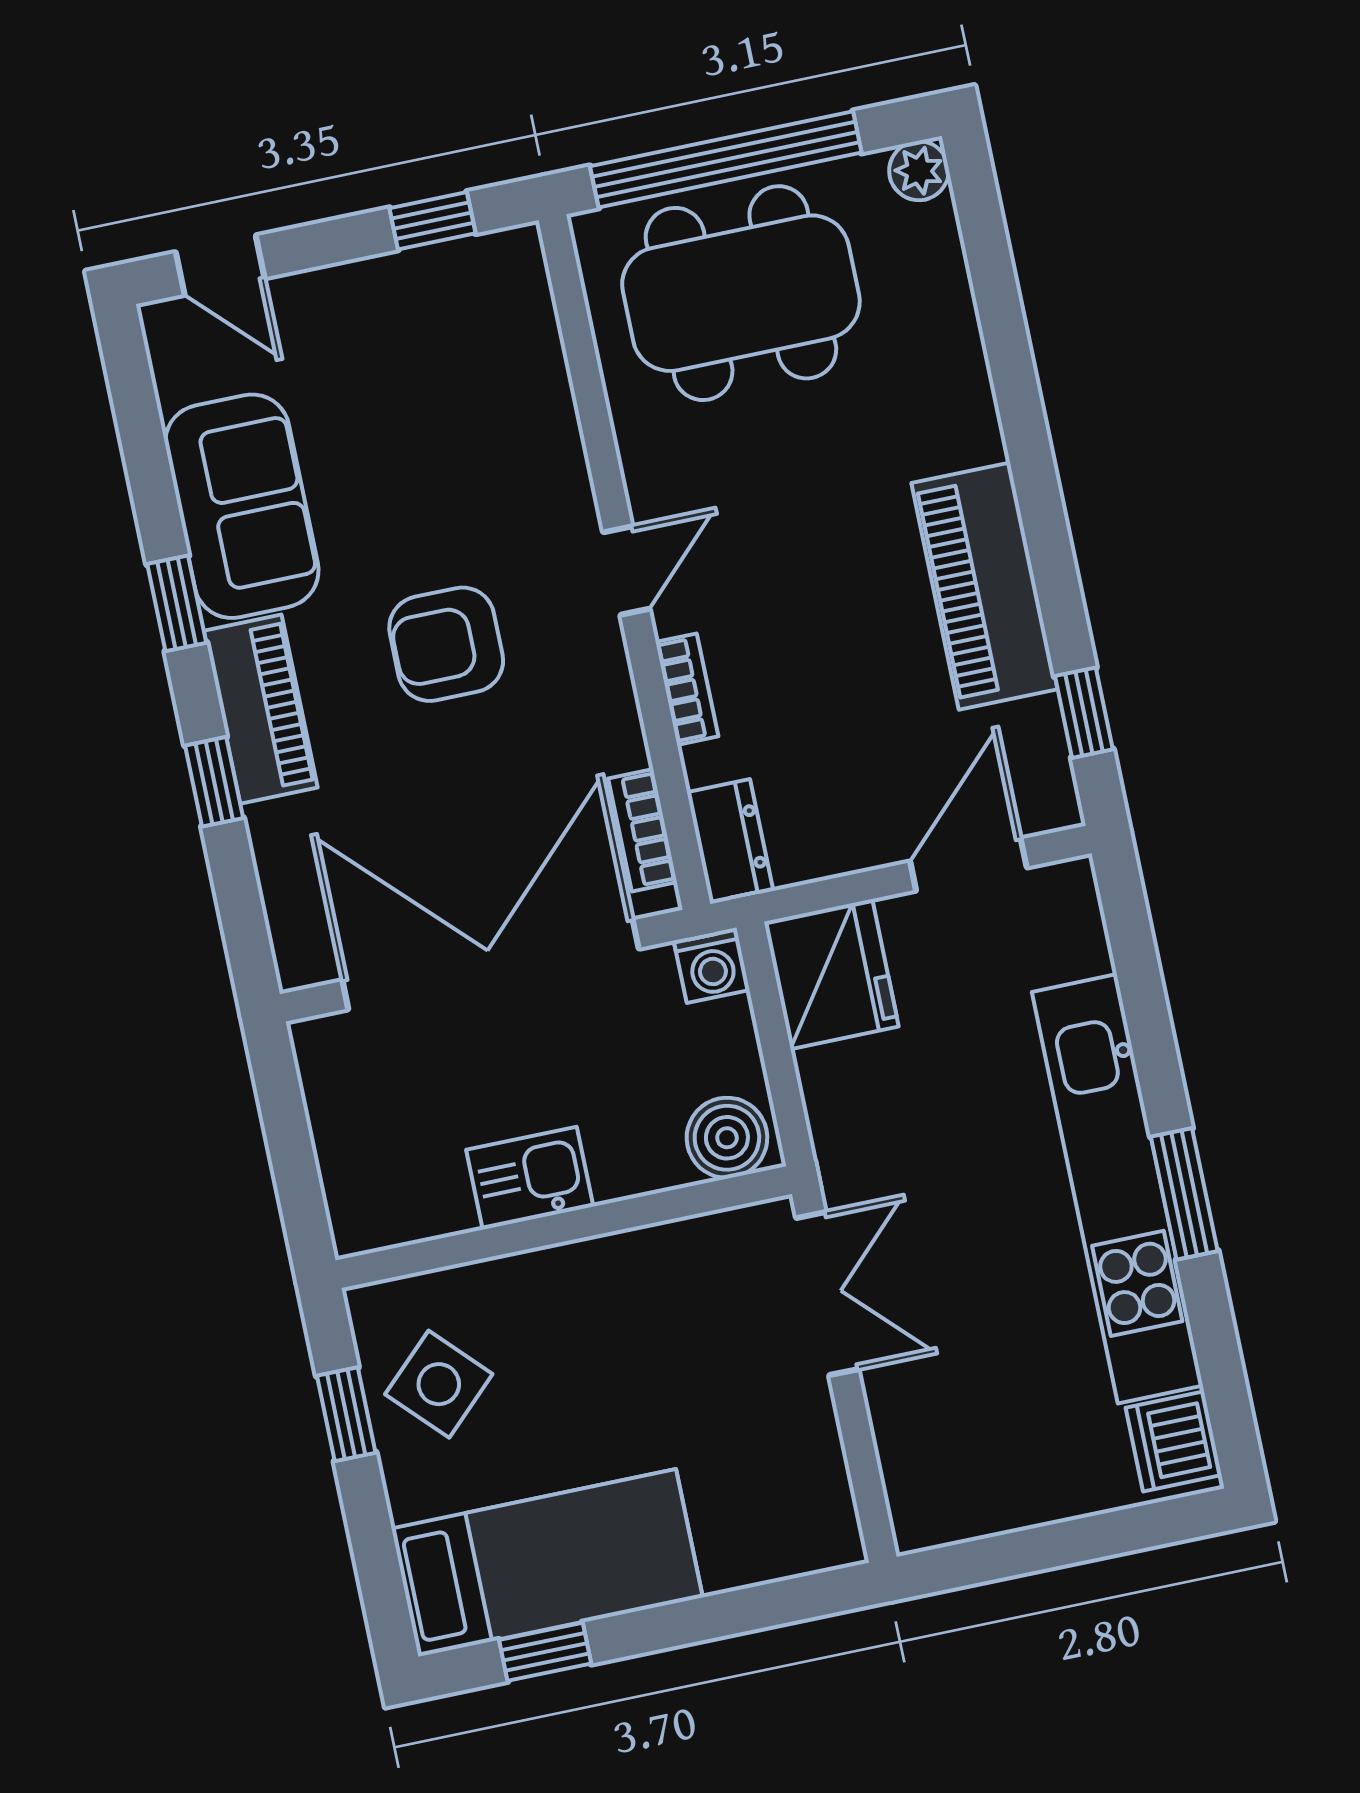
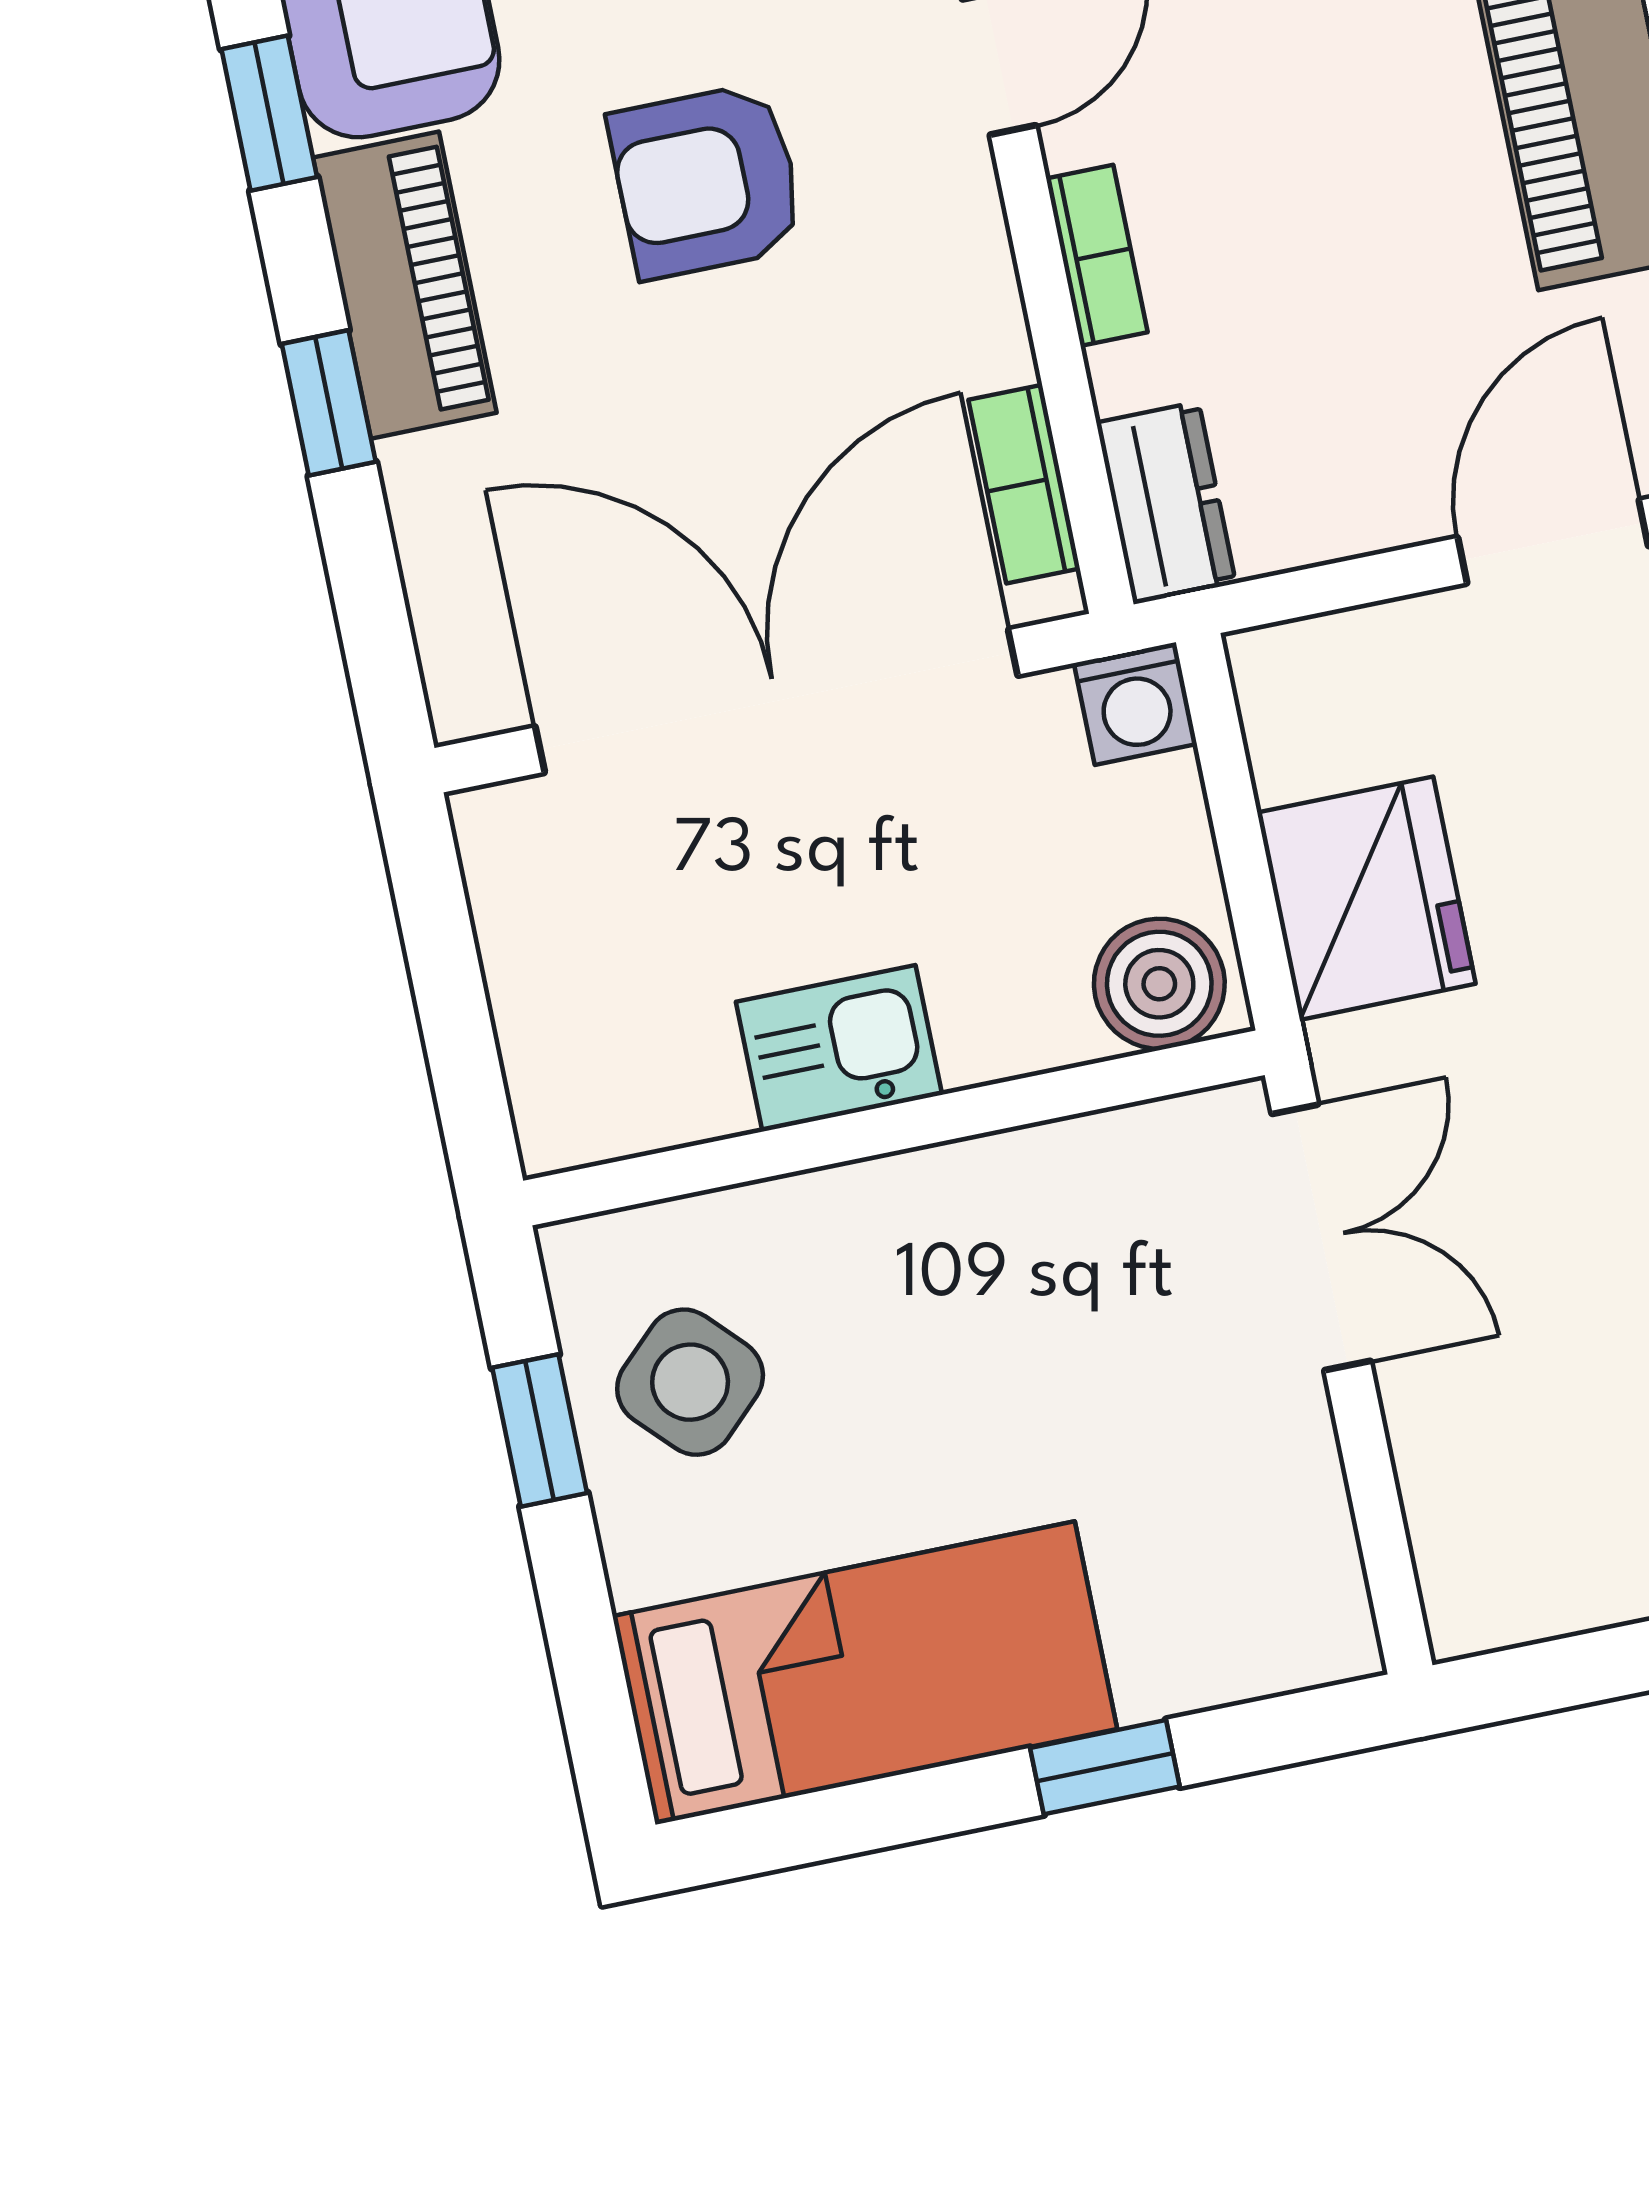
fridge: (831, 974) -> (1366, 898), moved
window: (545, 1652) -> (1105, 1767), moved

